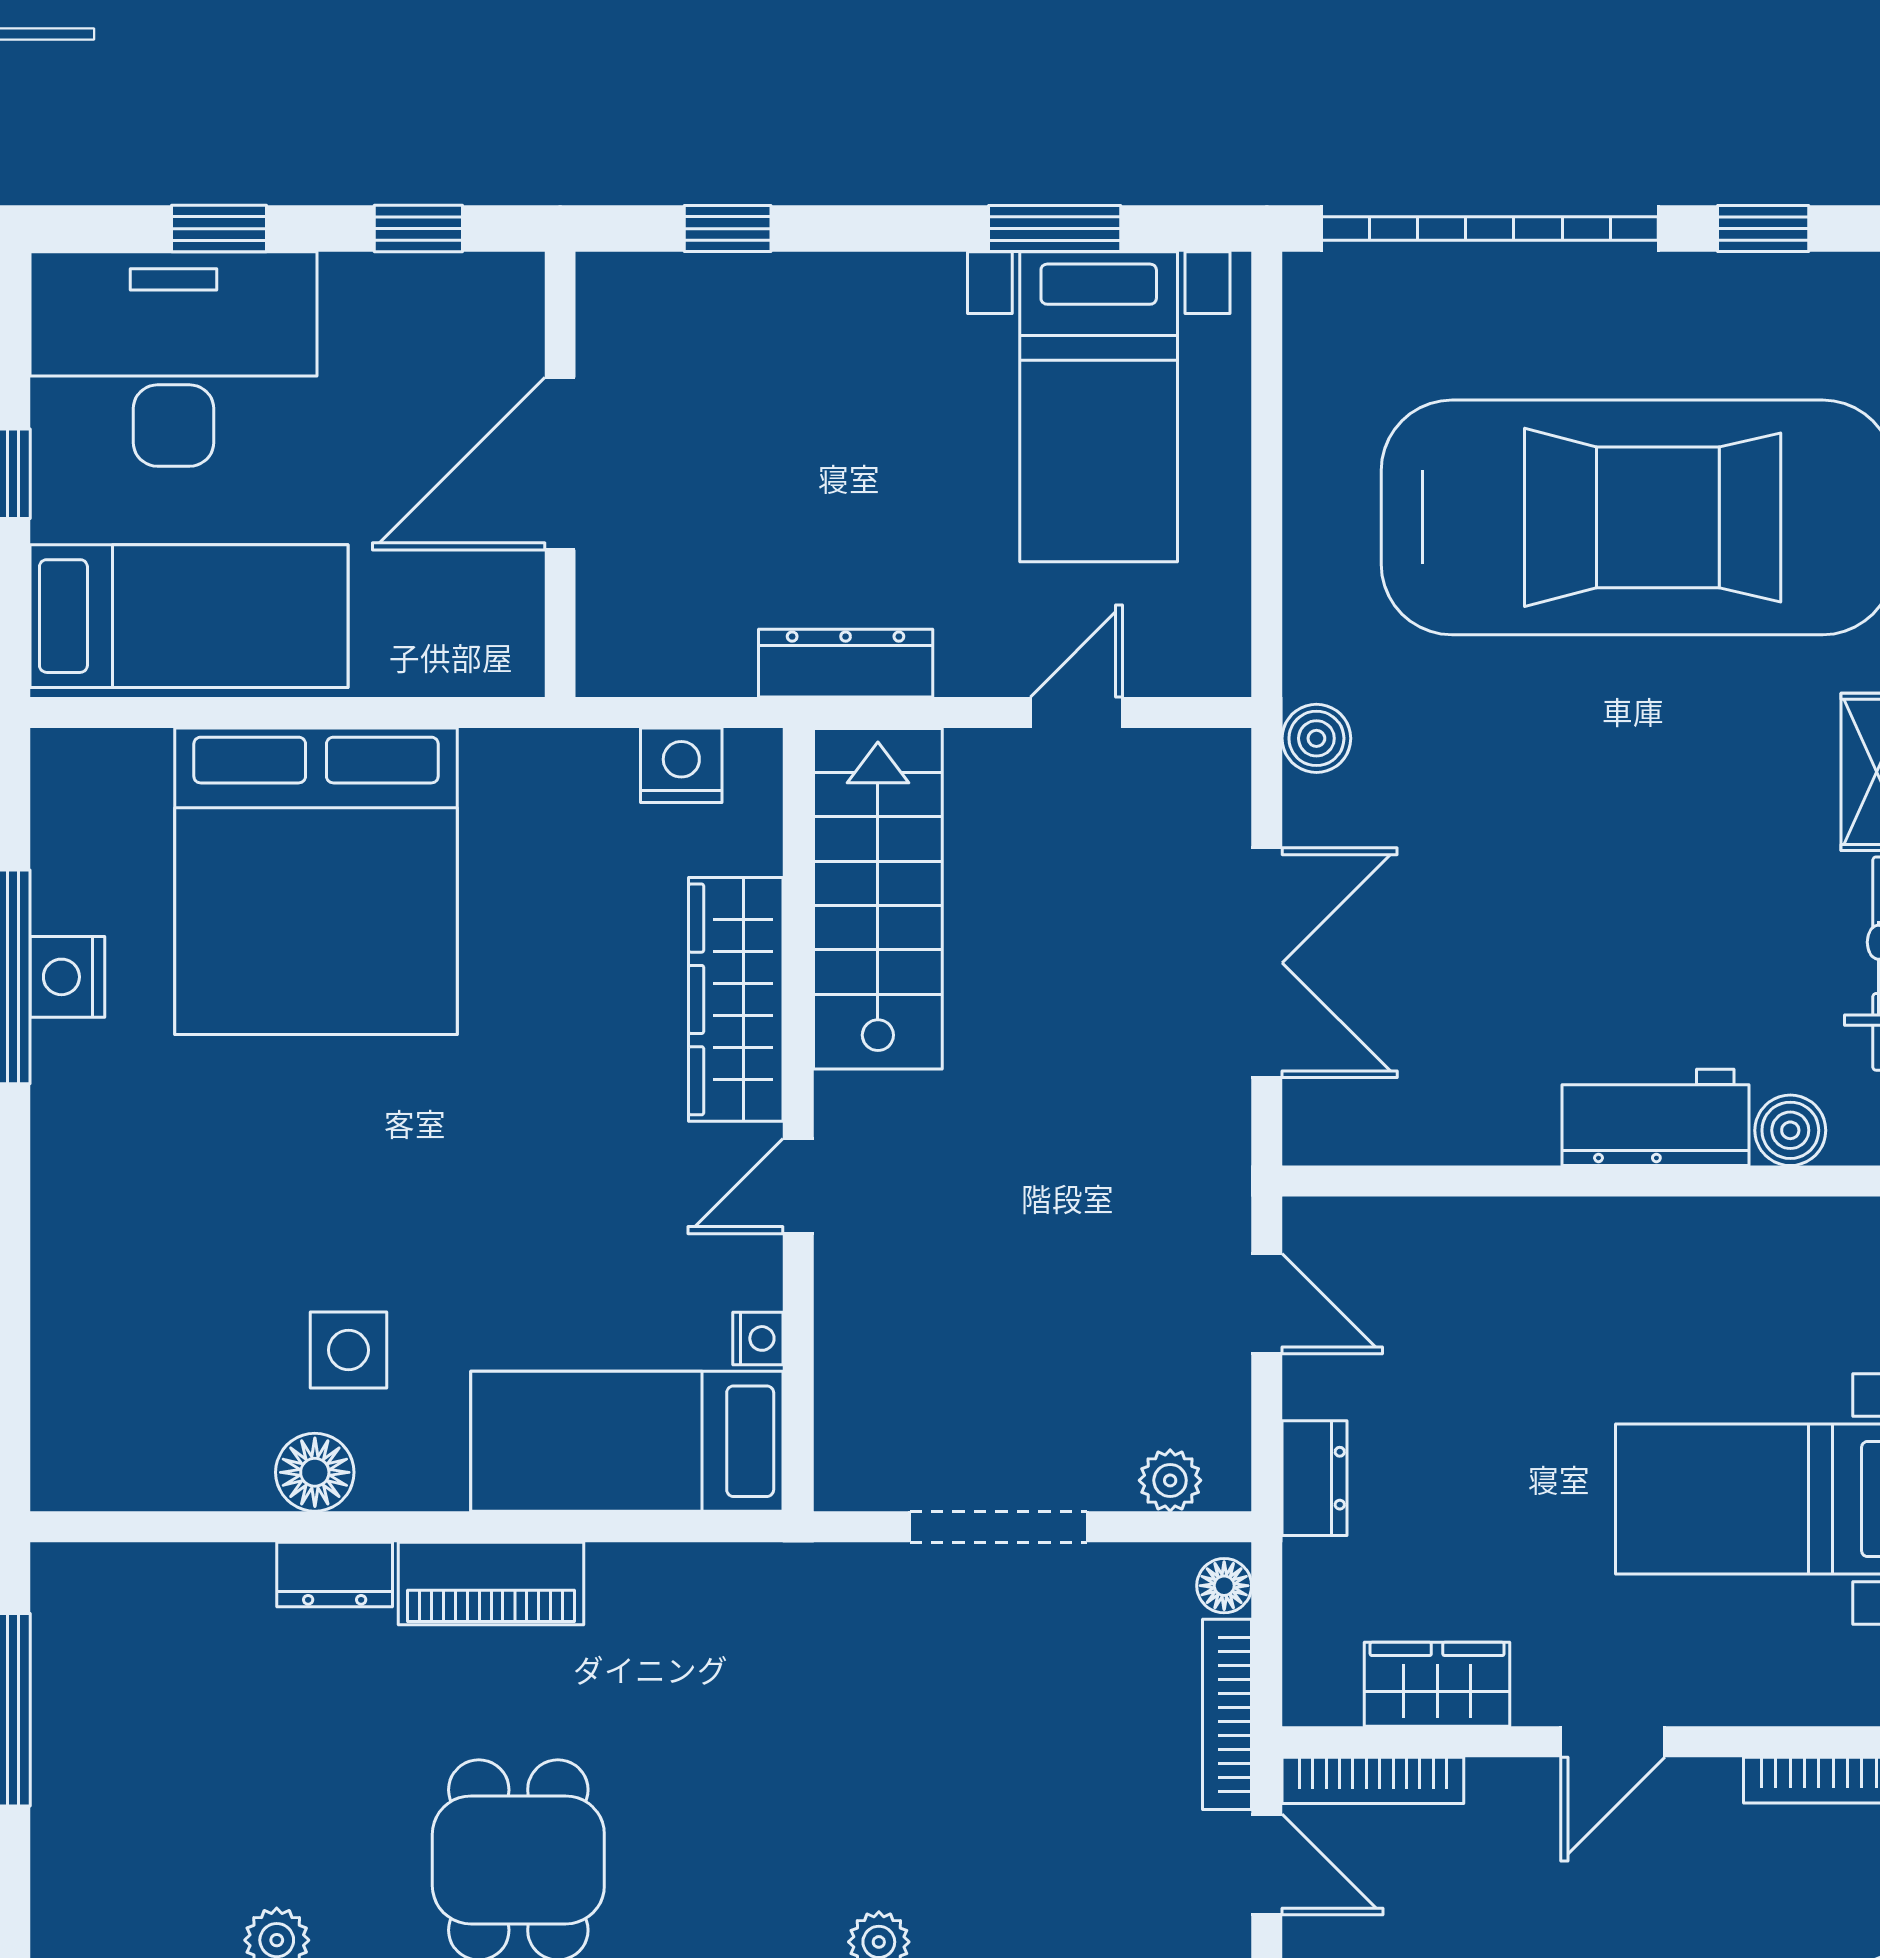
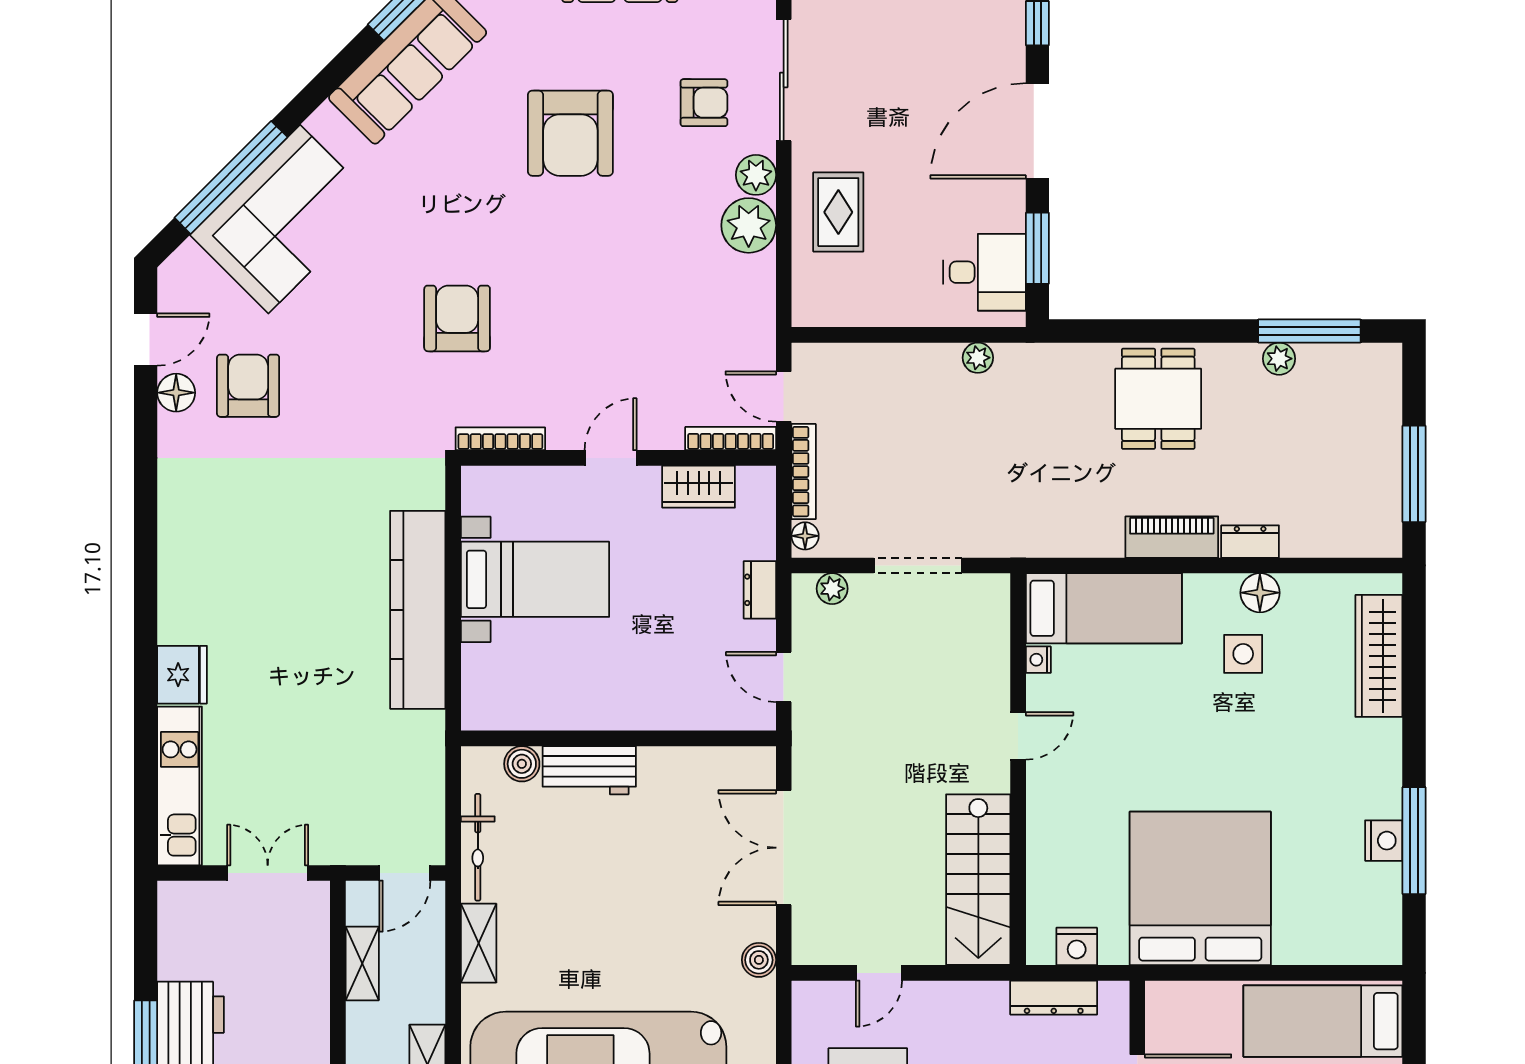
dresser: (846, 663) -> (1054, 998), moved
bed: (316, 881) -> (1200, 888), moved
wardrobe: (736, 999) -> (1379, 656), moved, turned 180

